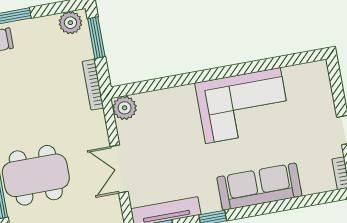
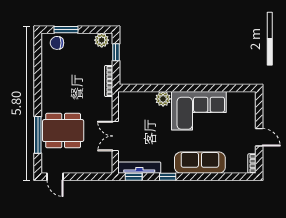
window: (96, 38) -> (116, 52), width x0.67
plant: (125, 108) -> (163, 99), moved

